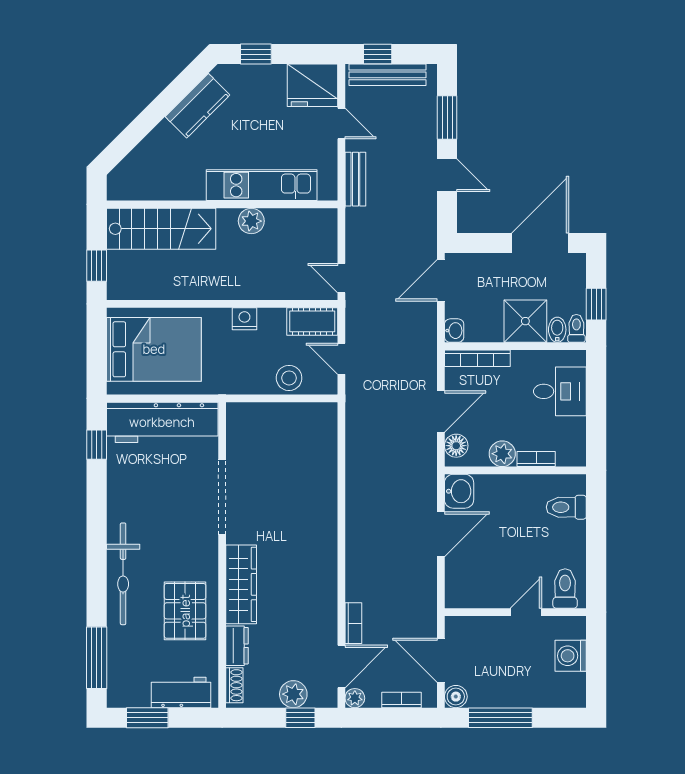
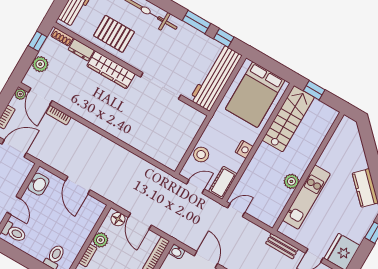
stairs: (161, 229) -> (288, 119), moved, turned 180
washbasin: (459, 491) -> (38, 184), moved, turned -90
window: (97, 499) -> (196, 22), added
window: (300, 718) -> (38, 41), moved

